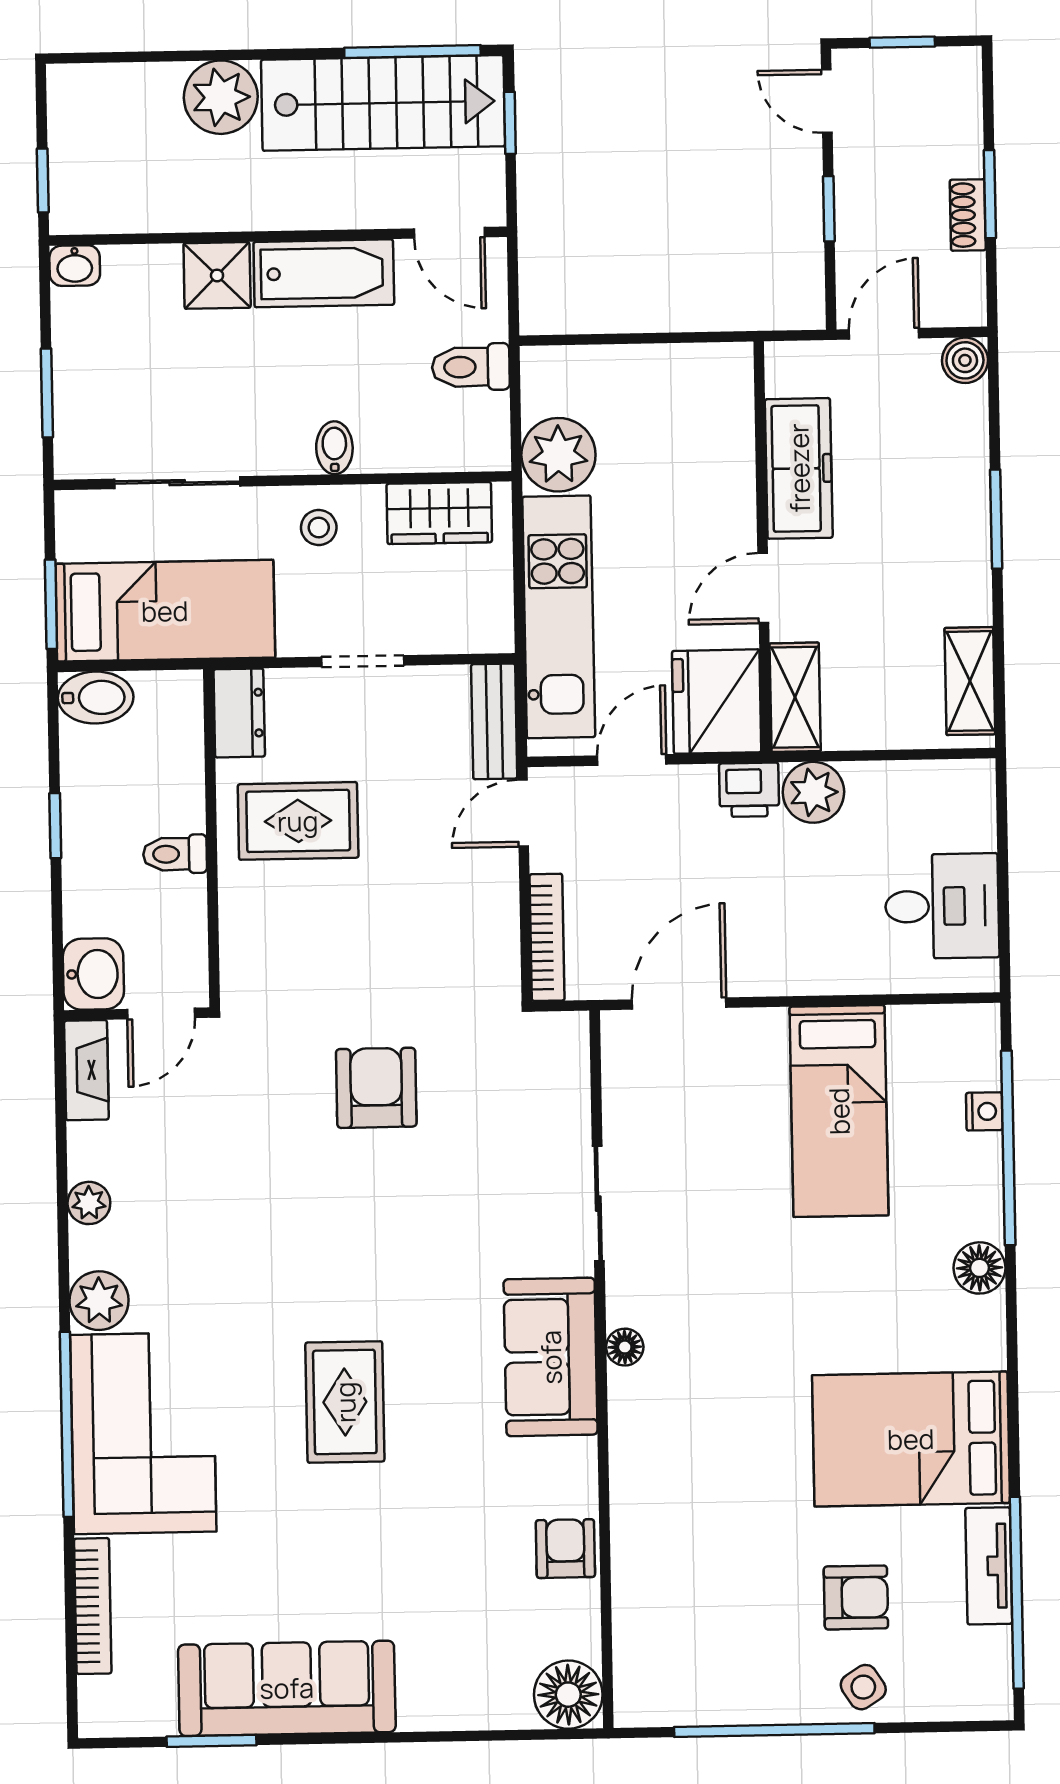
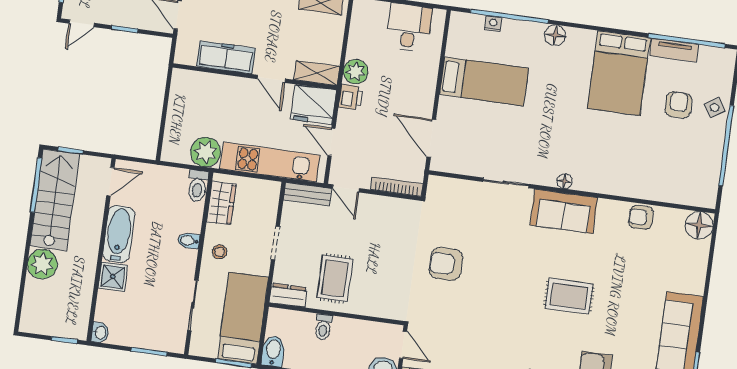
toilet: (471, 367) -> (198, 186), moved
toilet: (175, 854) -> (323, 327), moved

